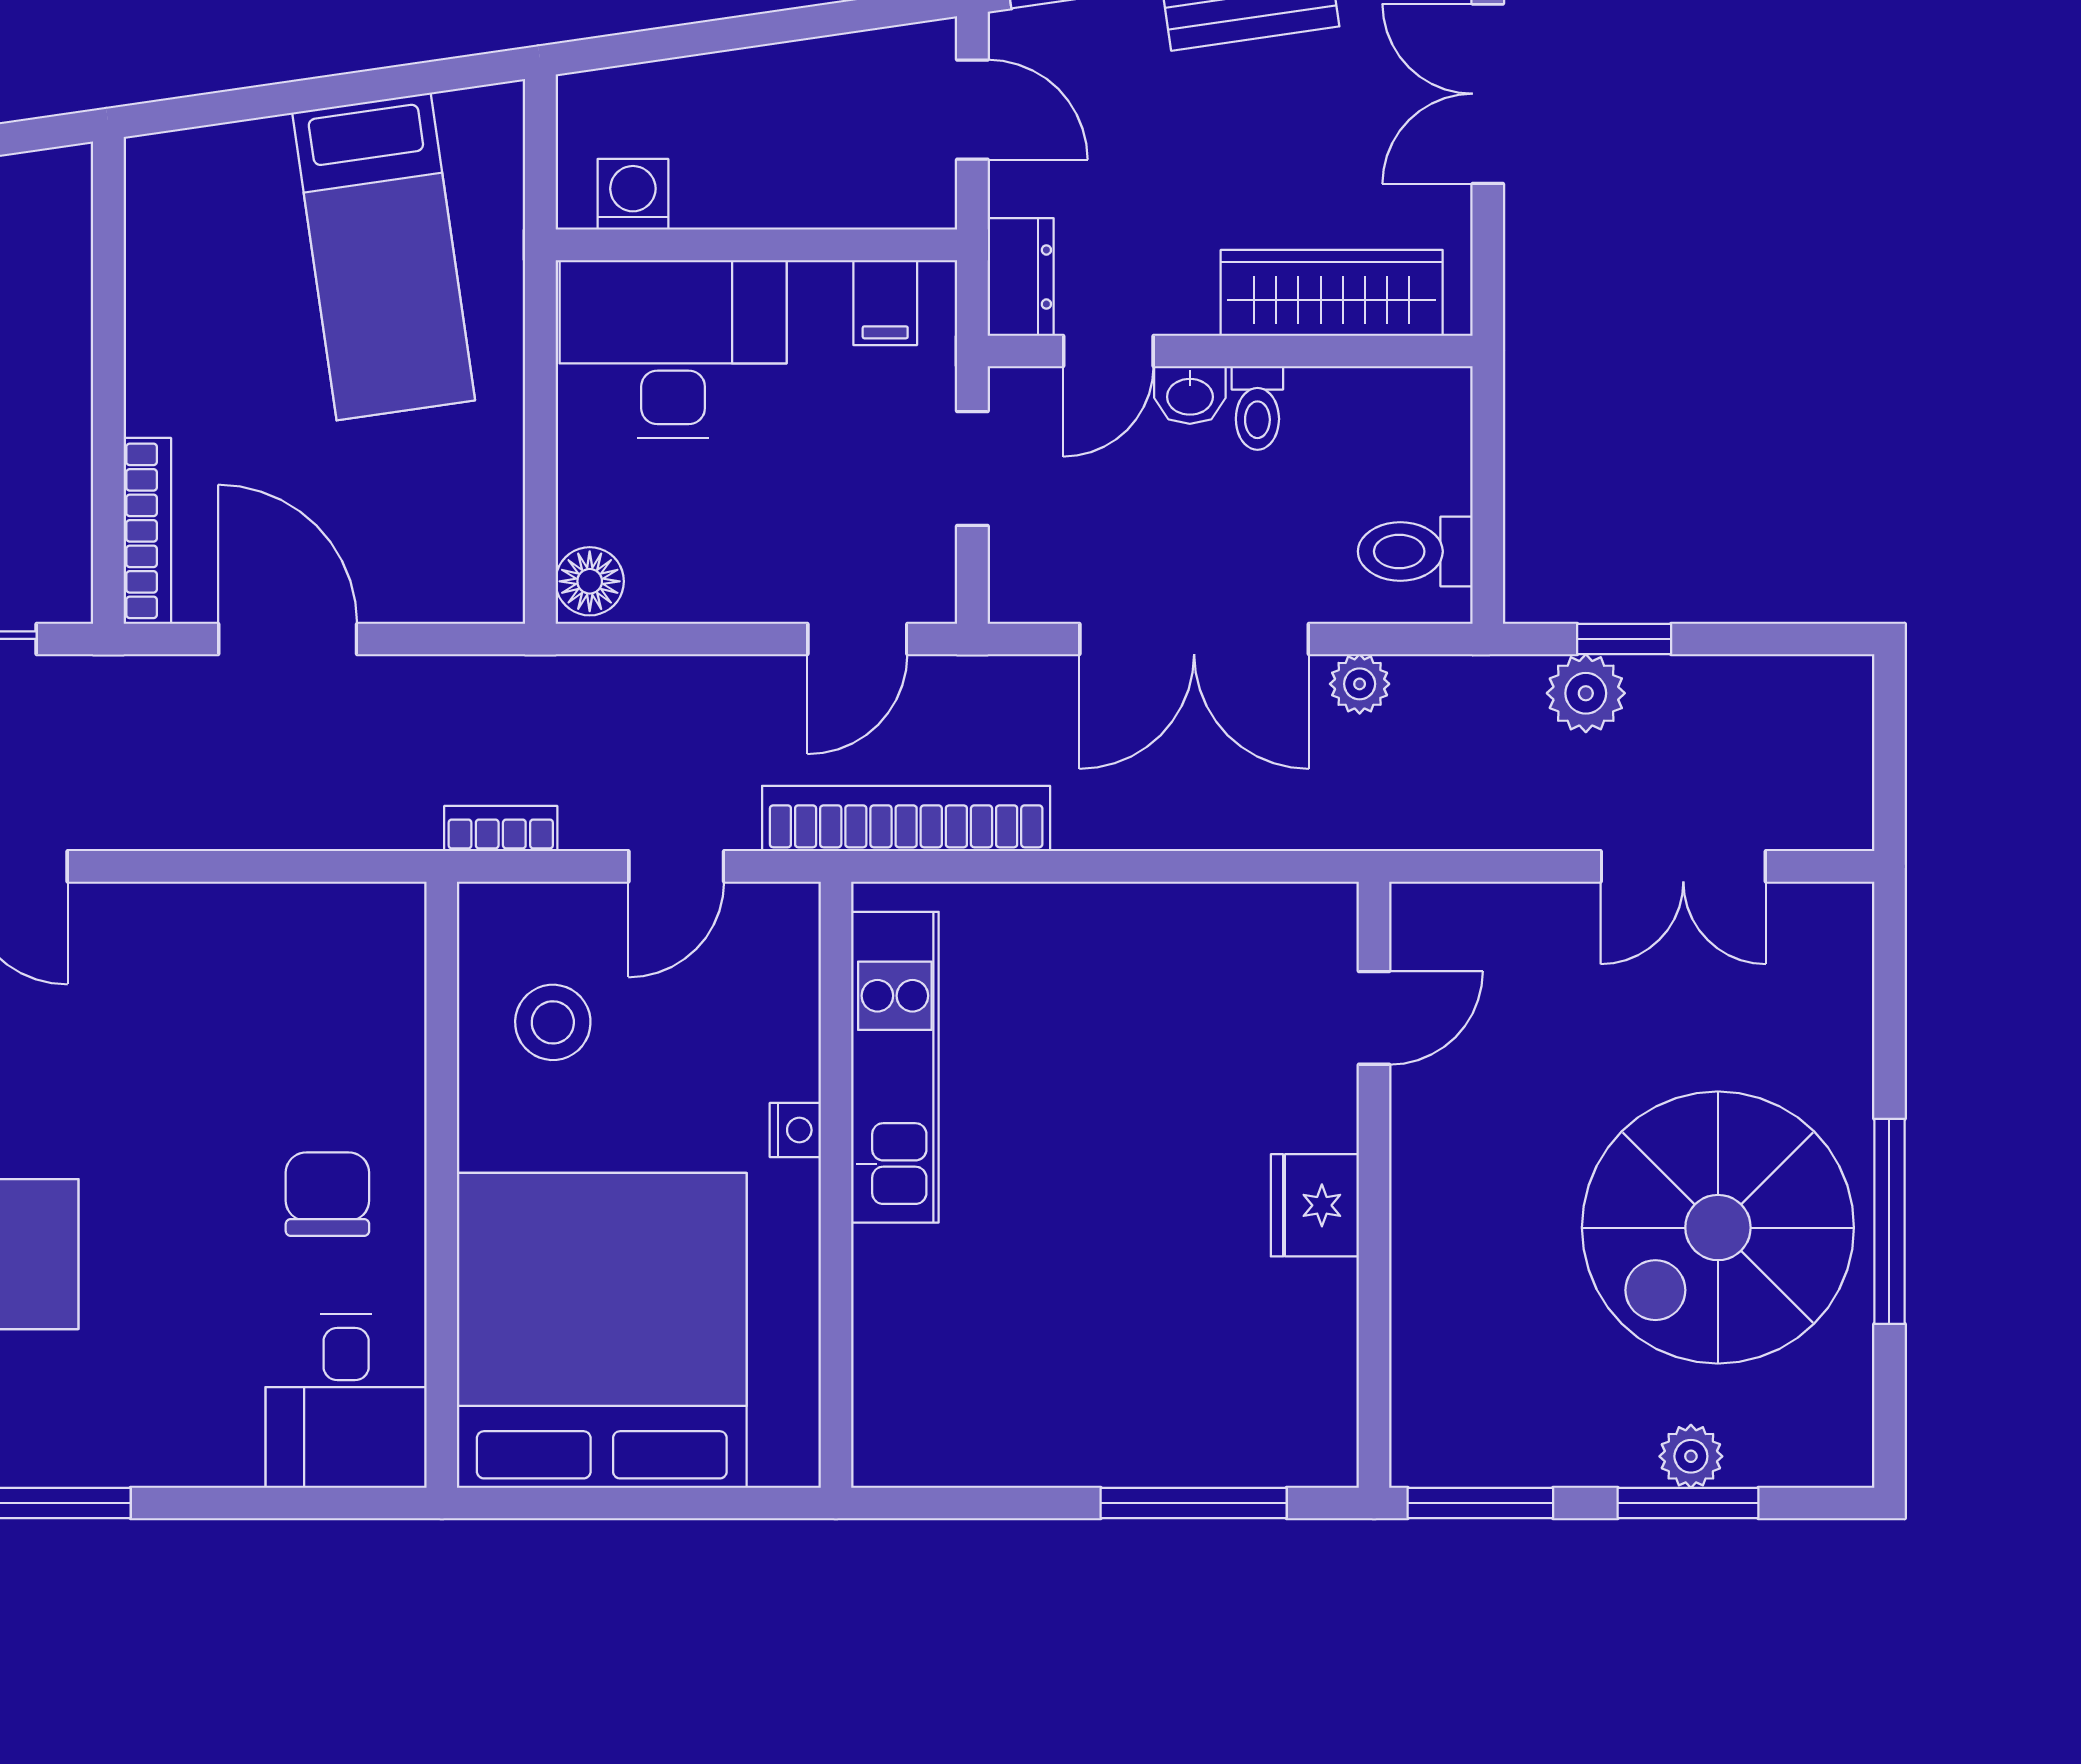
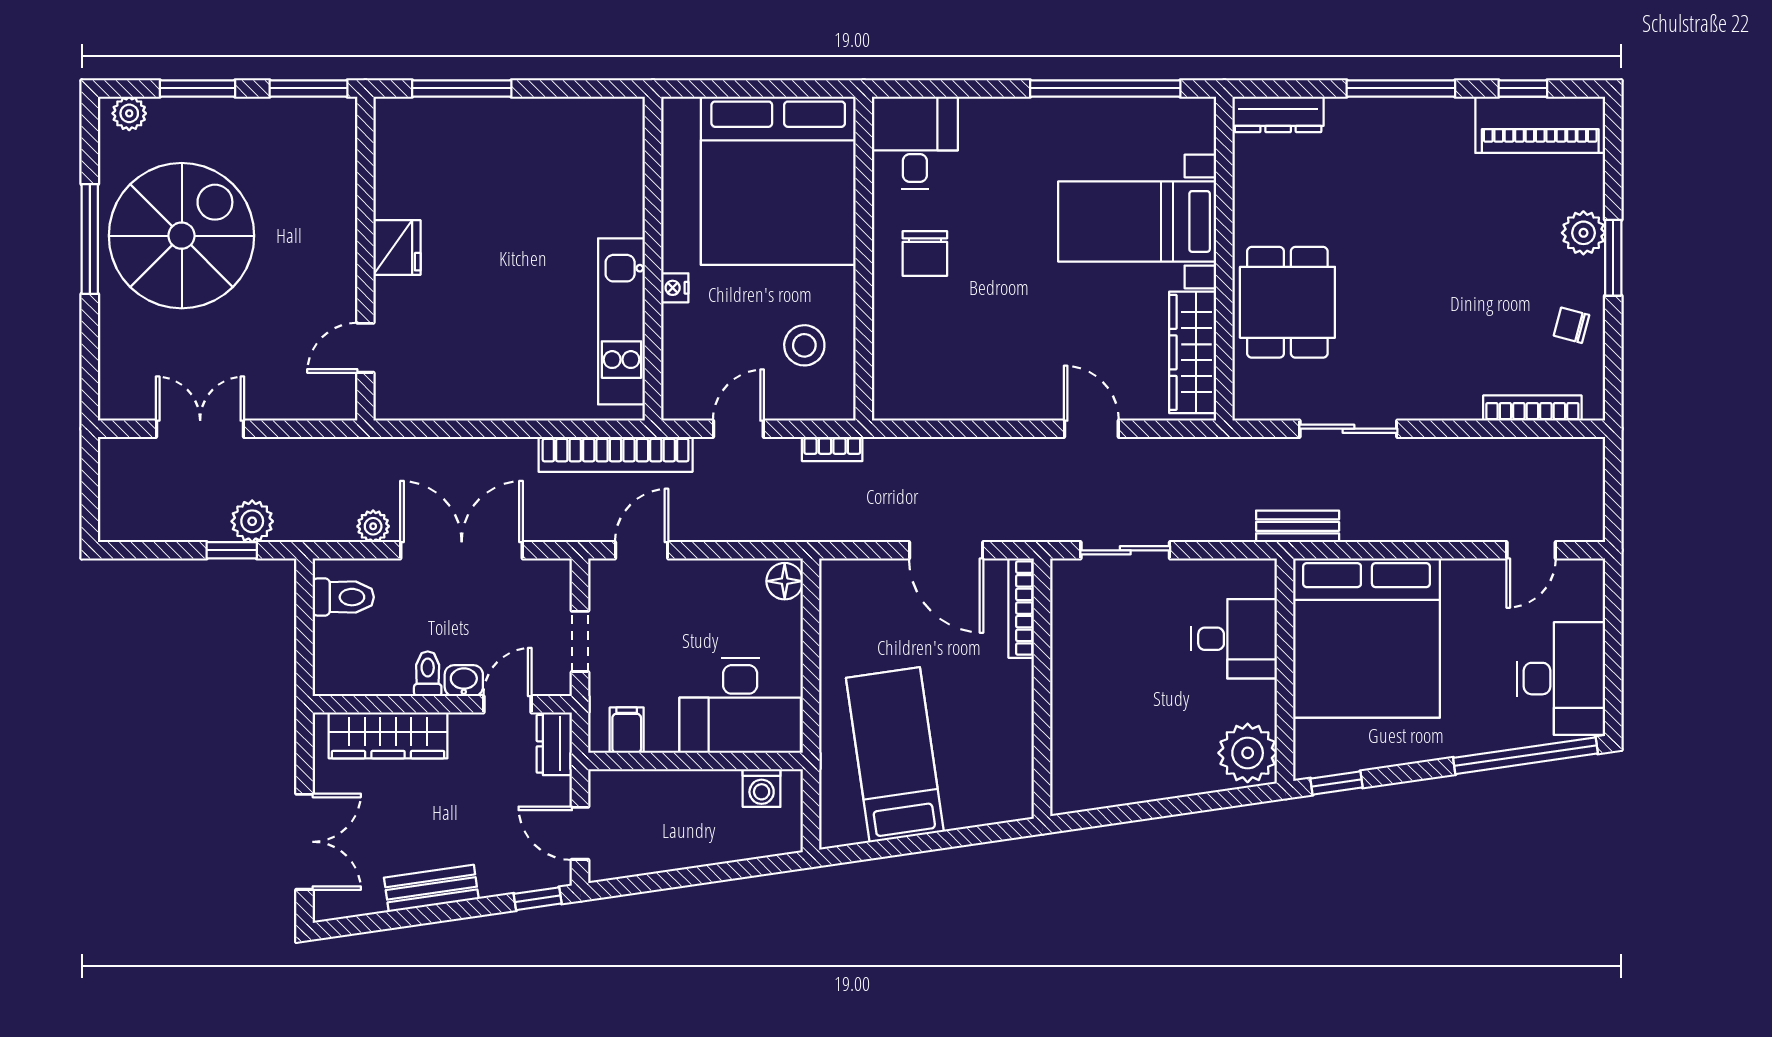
plant: (1691, 1456) -> (129, 113), moved

